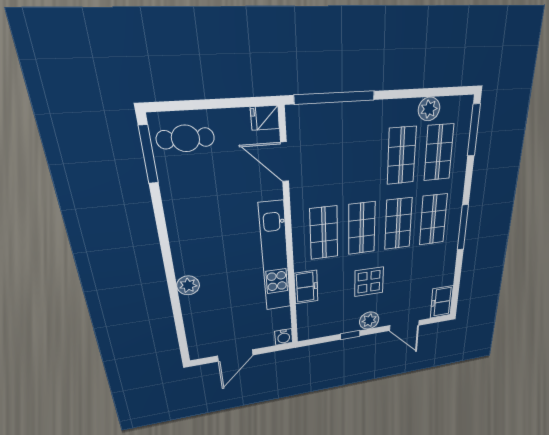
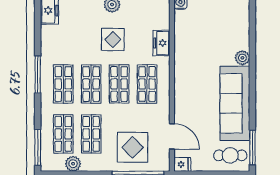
display table: (343, 140) -> (133, 147), added
sofa: (190, 221) -> (235, 103), added
kitchen unit: (275, 257) -> (182, 70), removed

